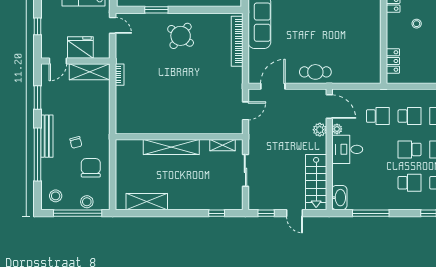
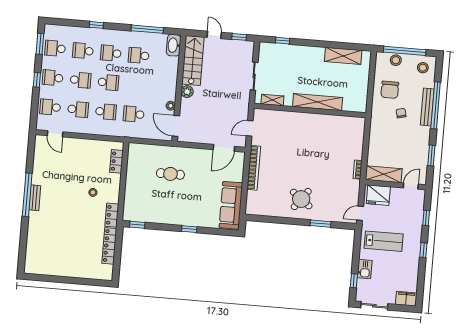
door: (113, 25) -> (360, 213), hinge flipped
bookcase: (237, 41) -> (254, 168), moved
fridge: (80, 48) -> (378, 195), moved
cafe table: (315, 72) -> (170, 174), moved
school desk: (410, 116) -> (106, 112), turned 180
plant: (320, 130) -> (187, 92), moved
bench: (47, 136) -> (427, 107), moved
desk: (347, 149) -> (163, 87), removed
school desk: (378, 183) -> (139, 55), added

